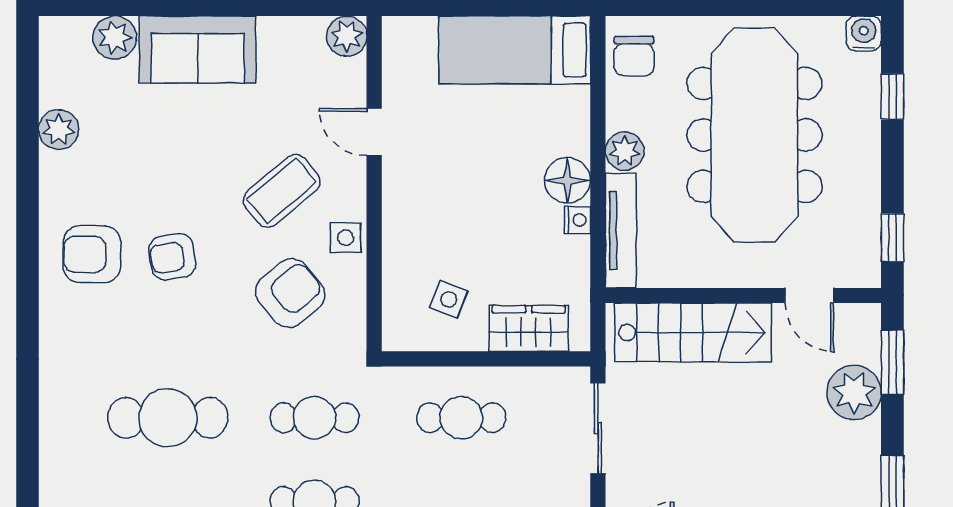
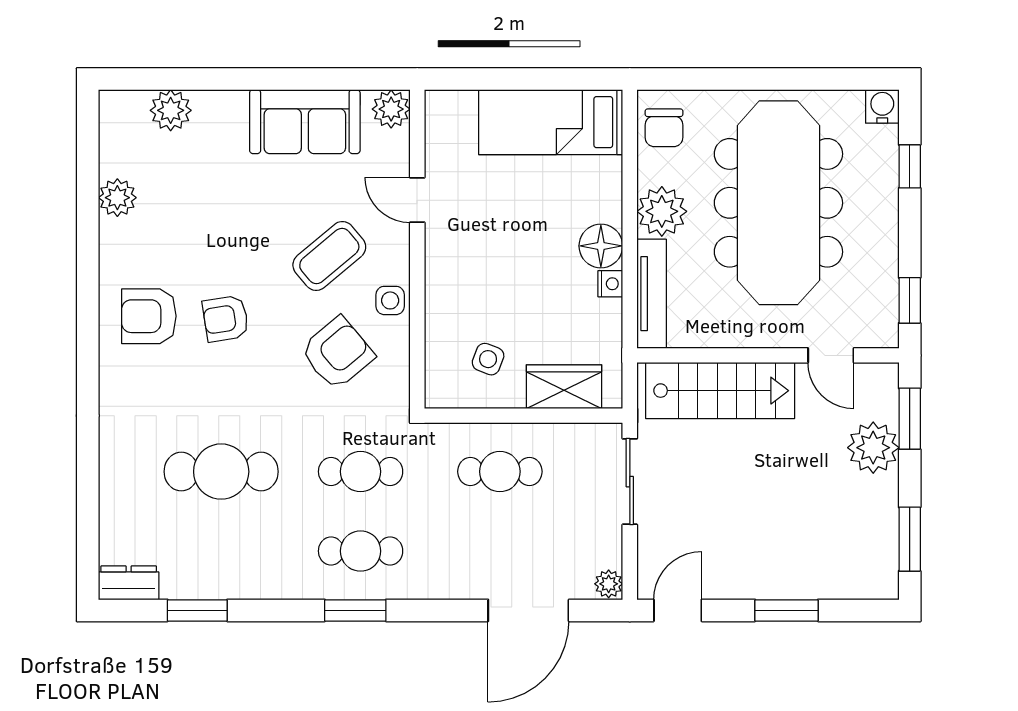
sofa: (198, 49) -> (305, 122), moved
plant: (625, 151) -> (662, 211), width x1.36, depth x1.36

